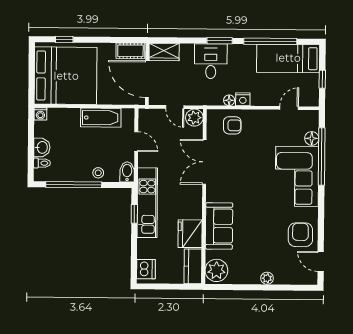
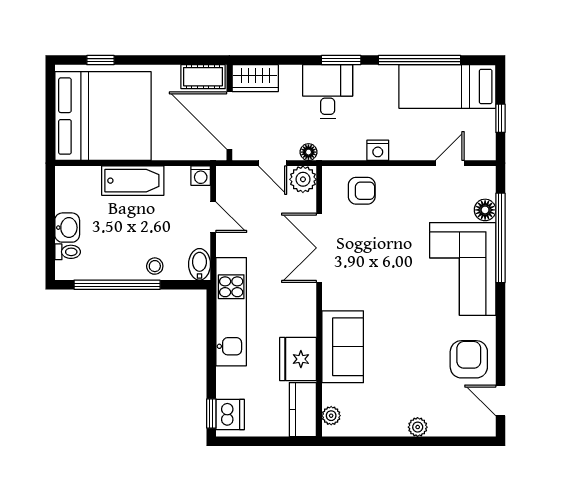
floor lamp: (229, 100) -> (308, 152), moved
washing machine: (40, 114) -> (201, 176), moved
bathtub: (101, 118) -> (133, 181), moved
window: (134, 214) -> (211, 413), moved
plant: (216, 270) -> (331, 416), width x0.53, depth x0.53

